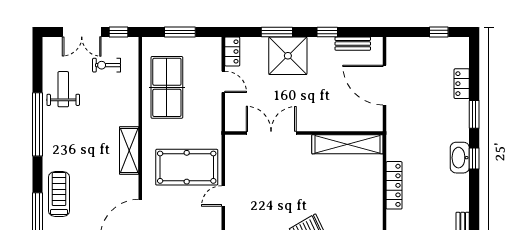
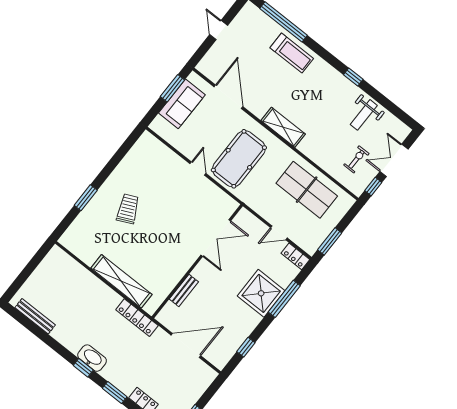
window: (180, 32) -> (330, 241), moved
window: (277, 32) -> (284, 299), width x1.44
window: (327, 32) -> (246, 347), moved
bench: (353, 44) -> (184, 290), moved
weight bench: (63, 89) -> (364, 115), turned 90
window: (38, 124) -> (353, 77), width x0.32
shelving: (347, 144) -> (121, 281), moved, turned 90
locker: (394, 185) -> (137, 318), moved

